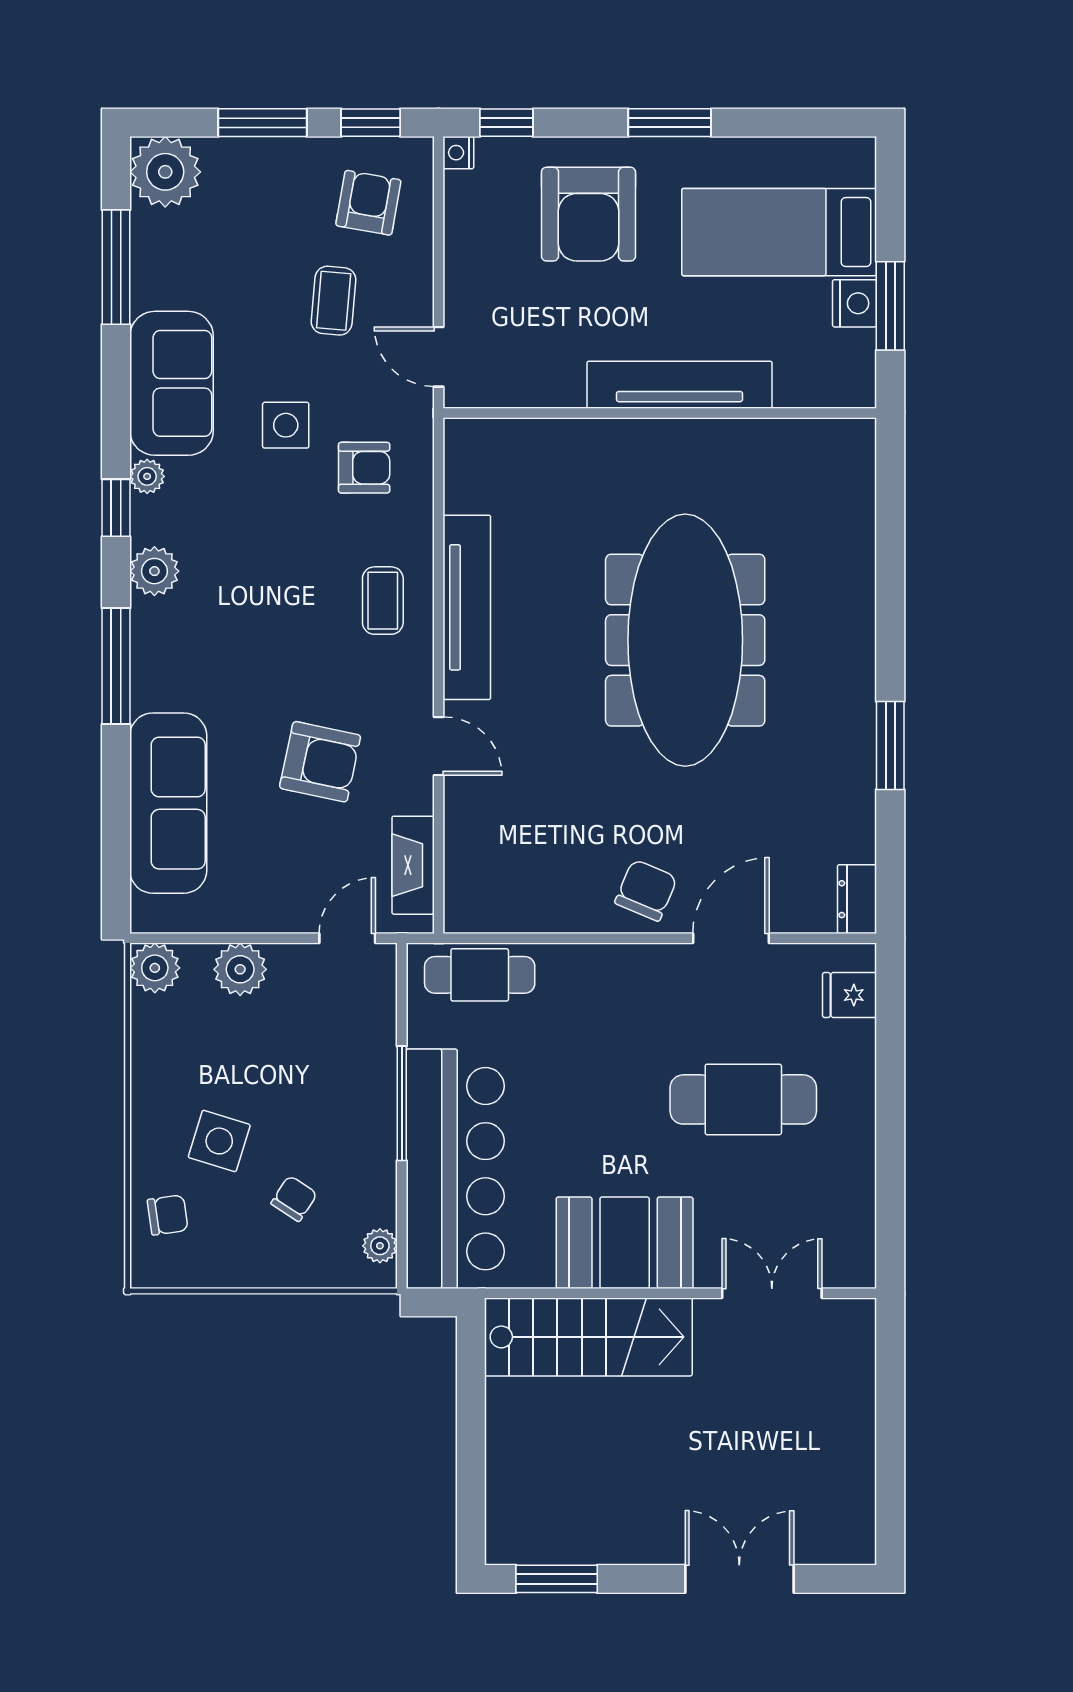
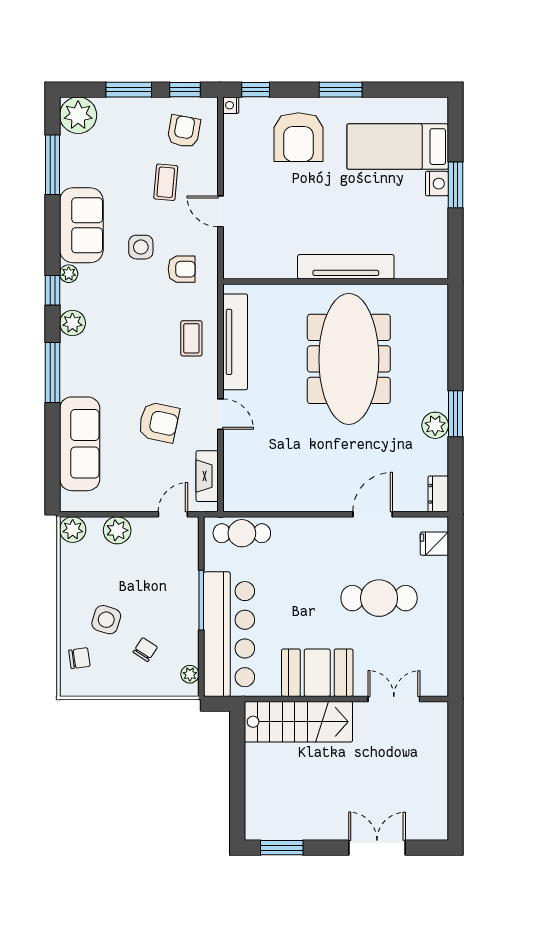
tv unit: (679, 385) -> (346, 267), moved
wall: (660, 413) -> (336, 282), moved
plant: (851, 768) -> (435, 425), added
chair: (646, 890) -> (328, 489), removed

